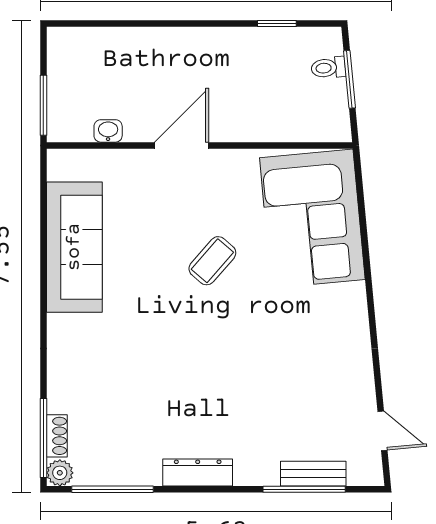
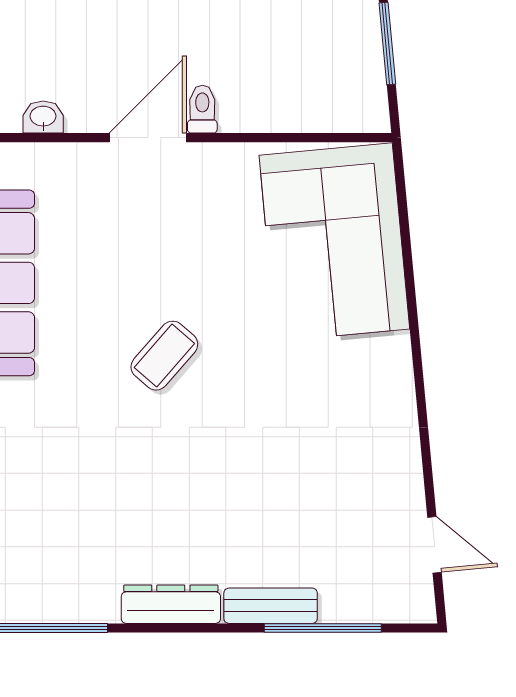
toilet: (328, 68) -> (202, 109), moved, turned 95
coffee table: (212, 261) -> (164, 356), moved
bench: (313, 474) -> (271, 606), moved

